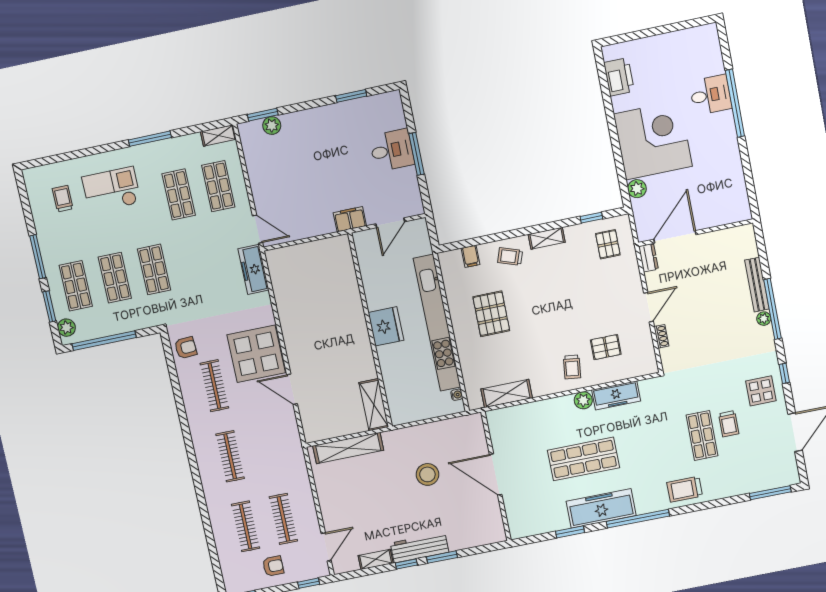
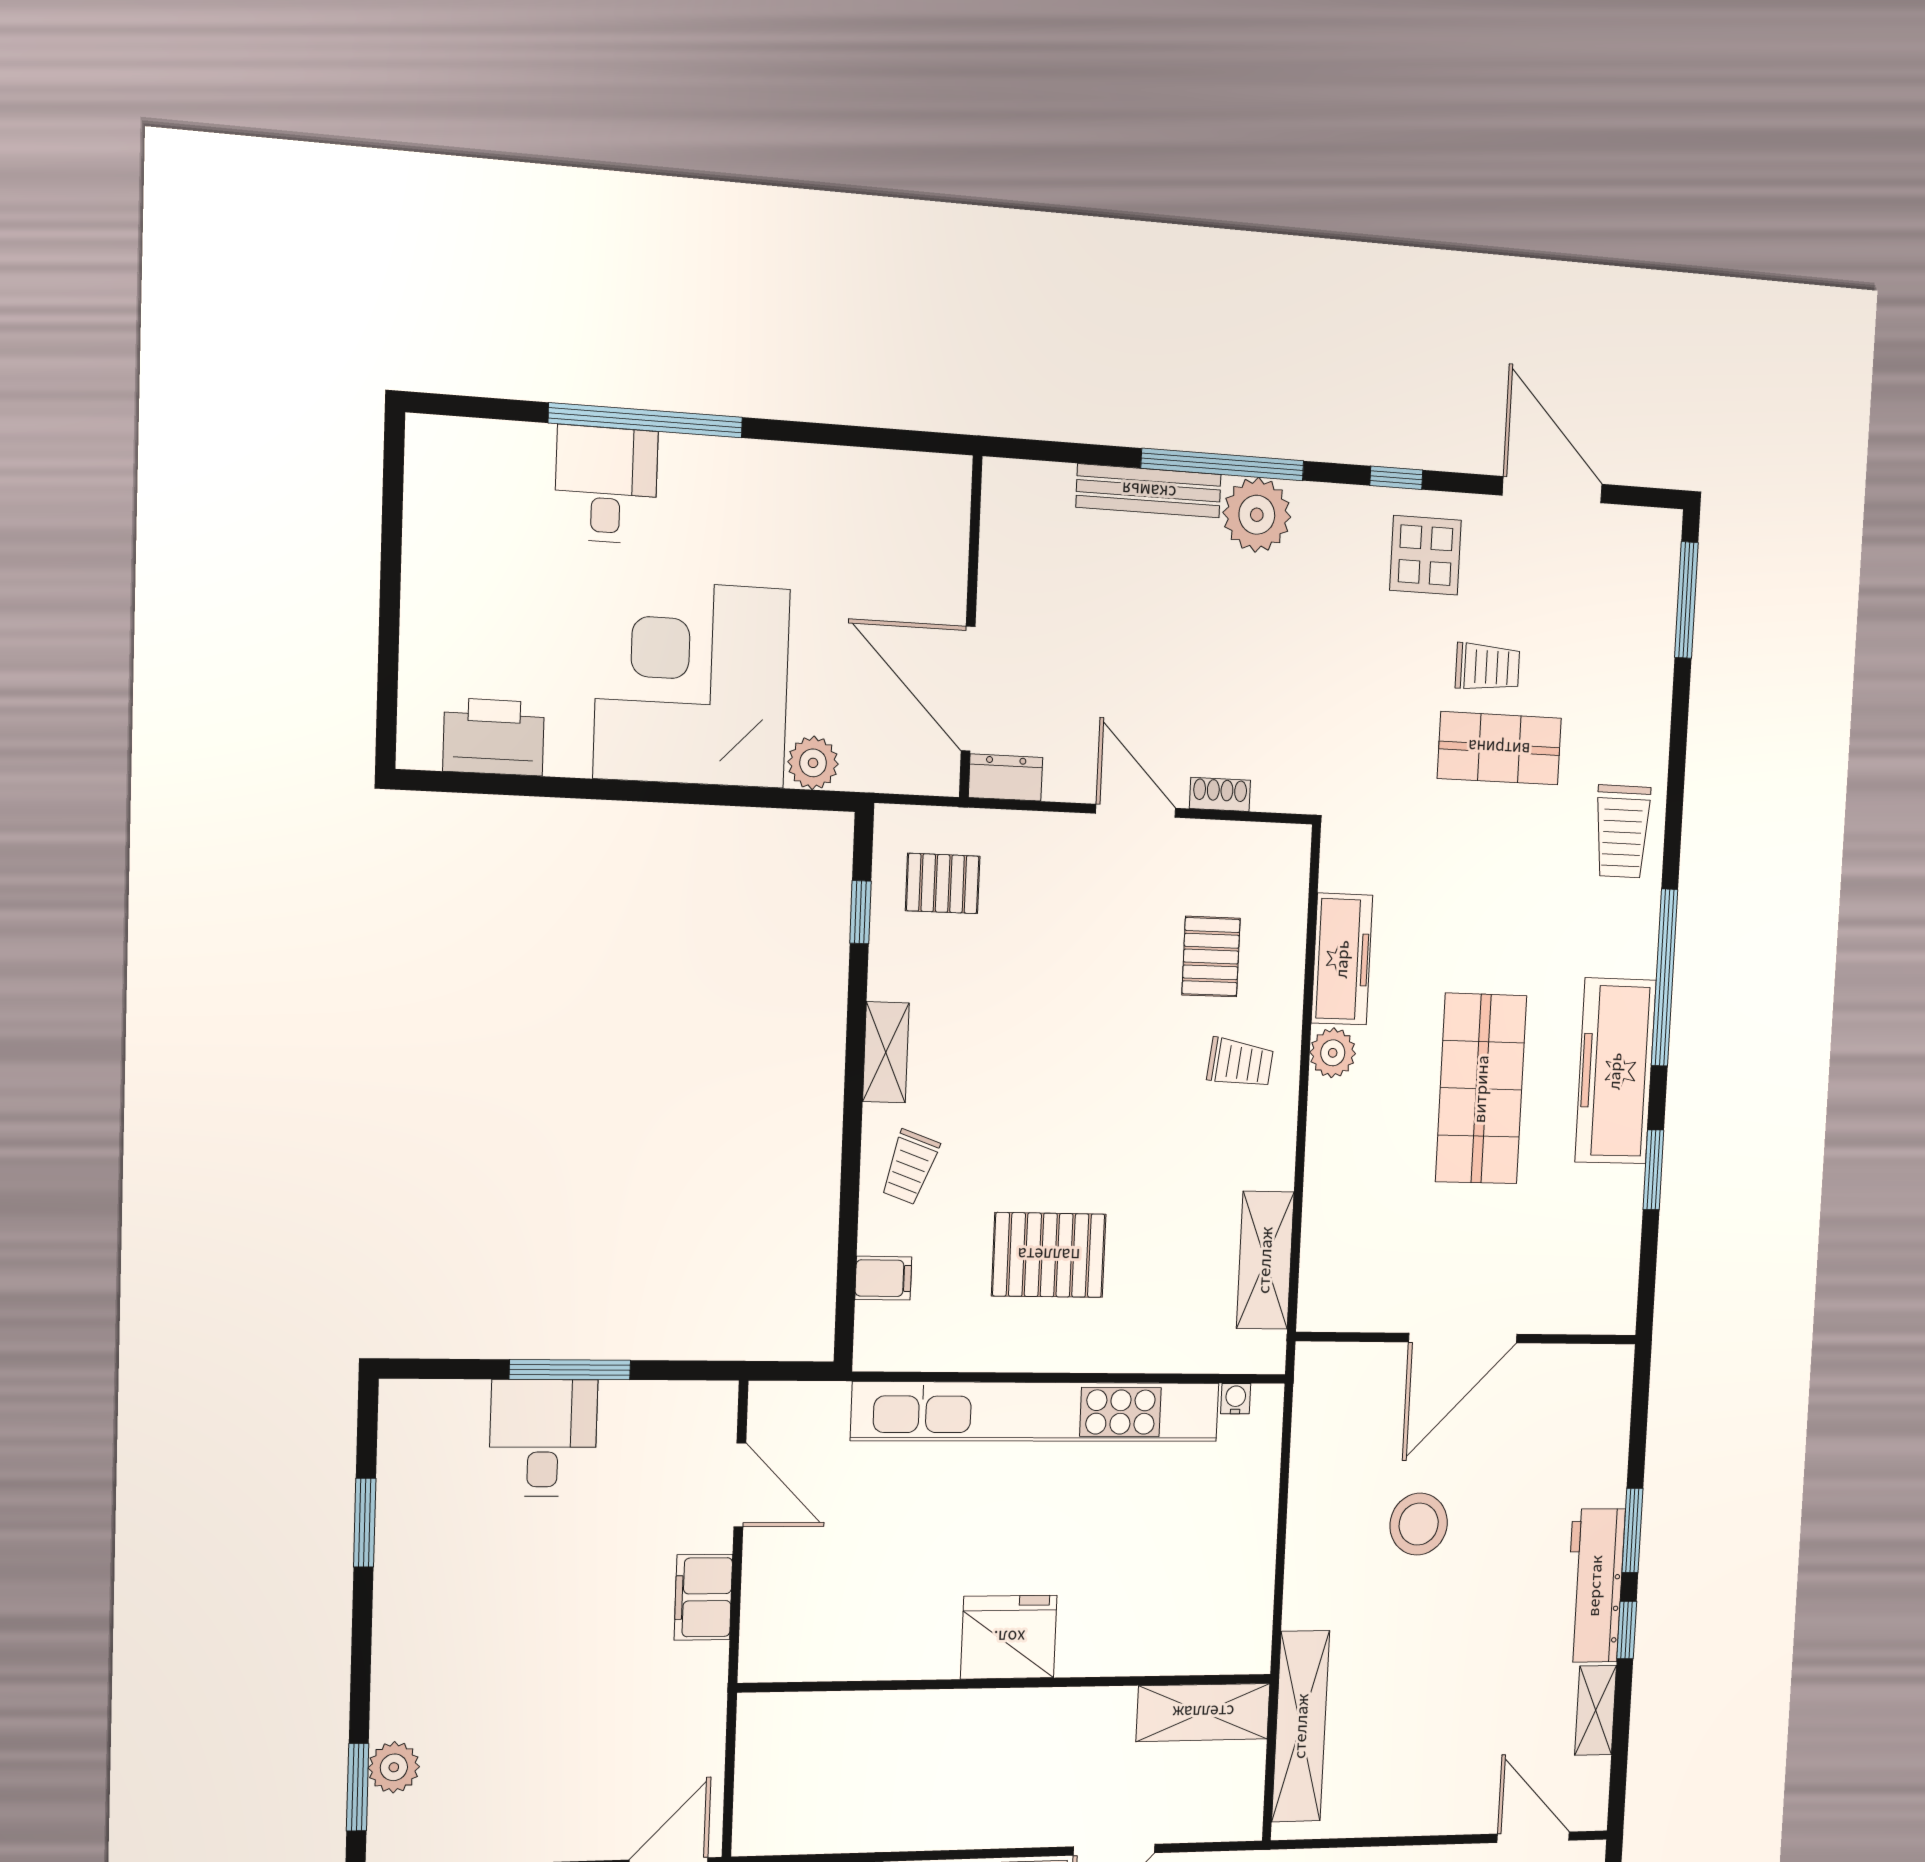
plant: (764, 319) -> (1257, 515), width x1.88, depth x1.88
fridge: (386, 326) -> (1009, 1637), moved
wall: (370, 330) -> (1009, 1683), moved
shelving: (374, 405) -> (1203, 1712), moved

